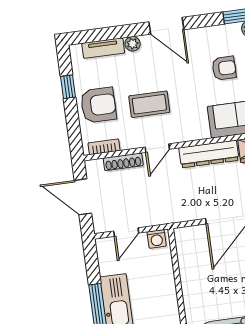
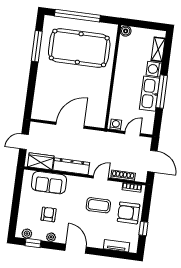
plant: (133, 44) -> (51, 237), moved
armchair: (224, 68) -> (49, 214), turned 90

